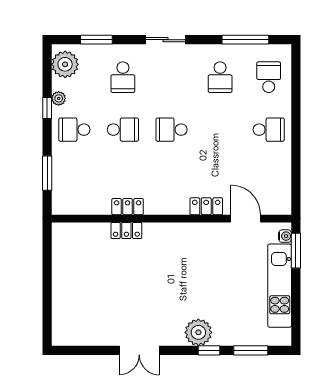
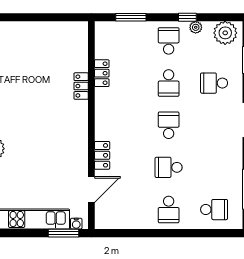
school desk: (220, 77) -> (169, 167), moved
locker: (128, 207) -> (102, 73), moved

